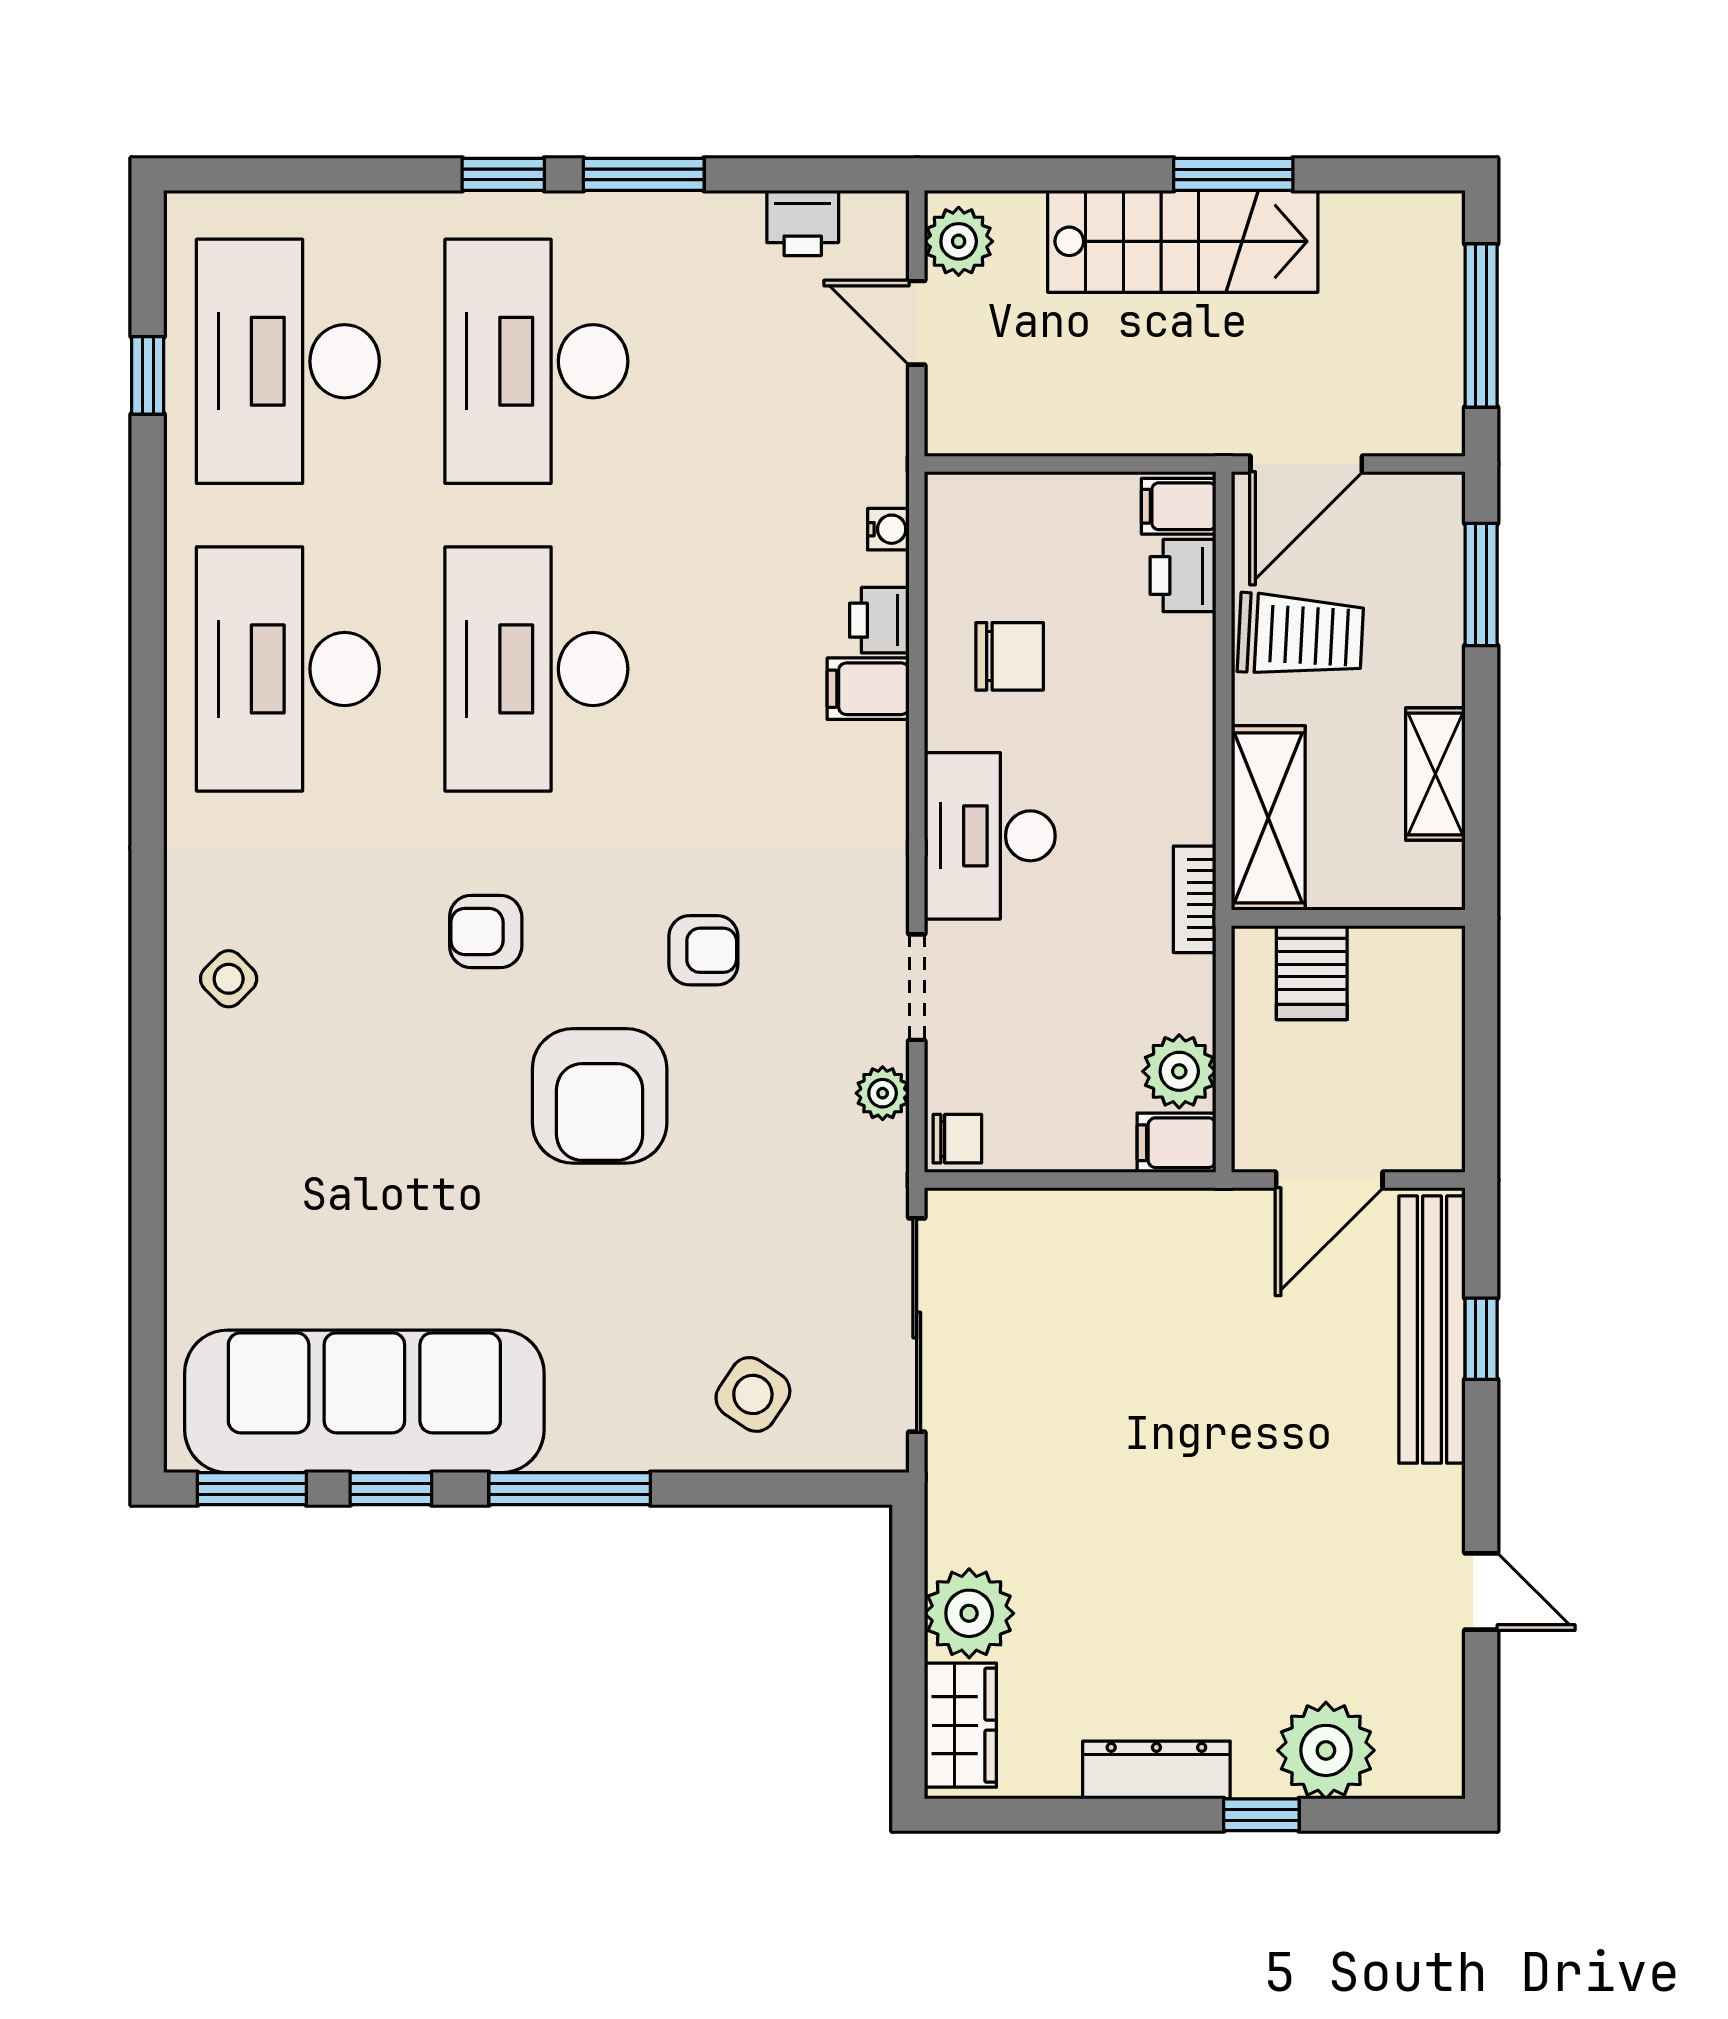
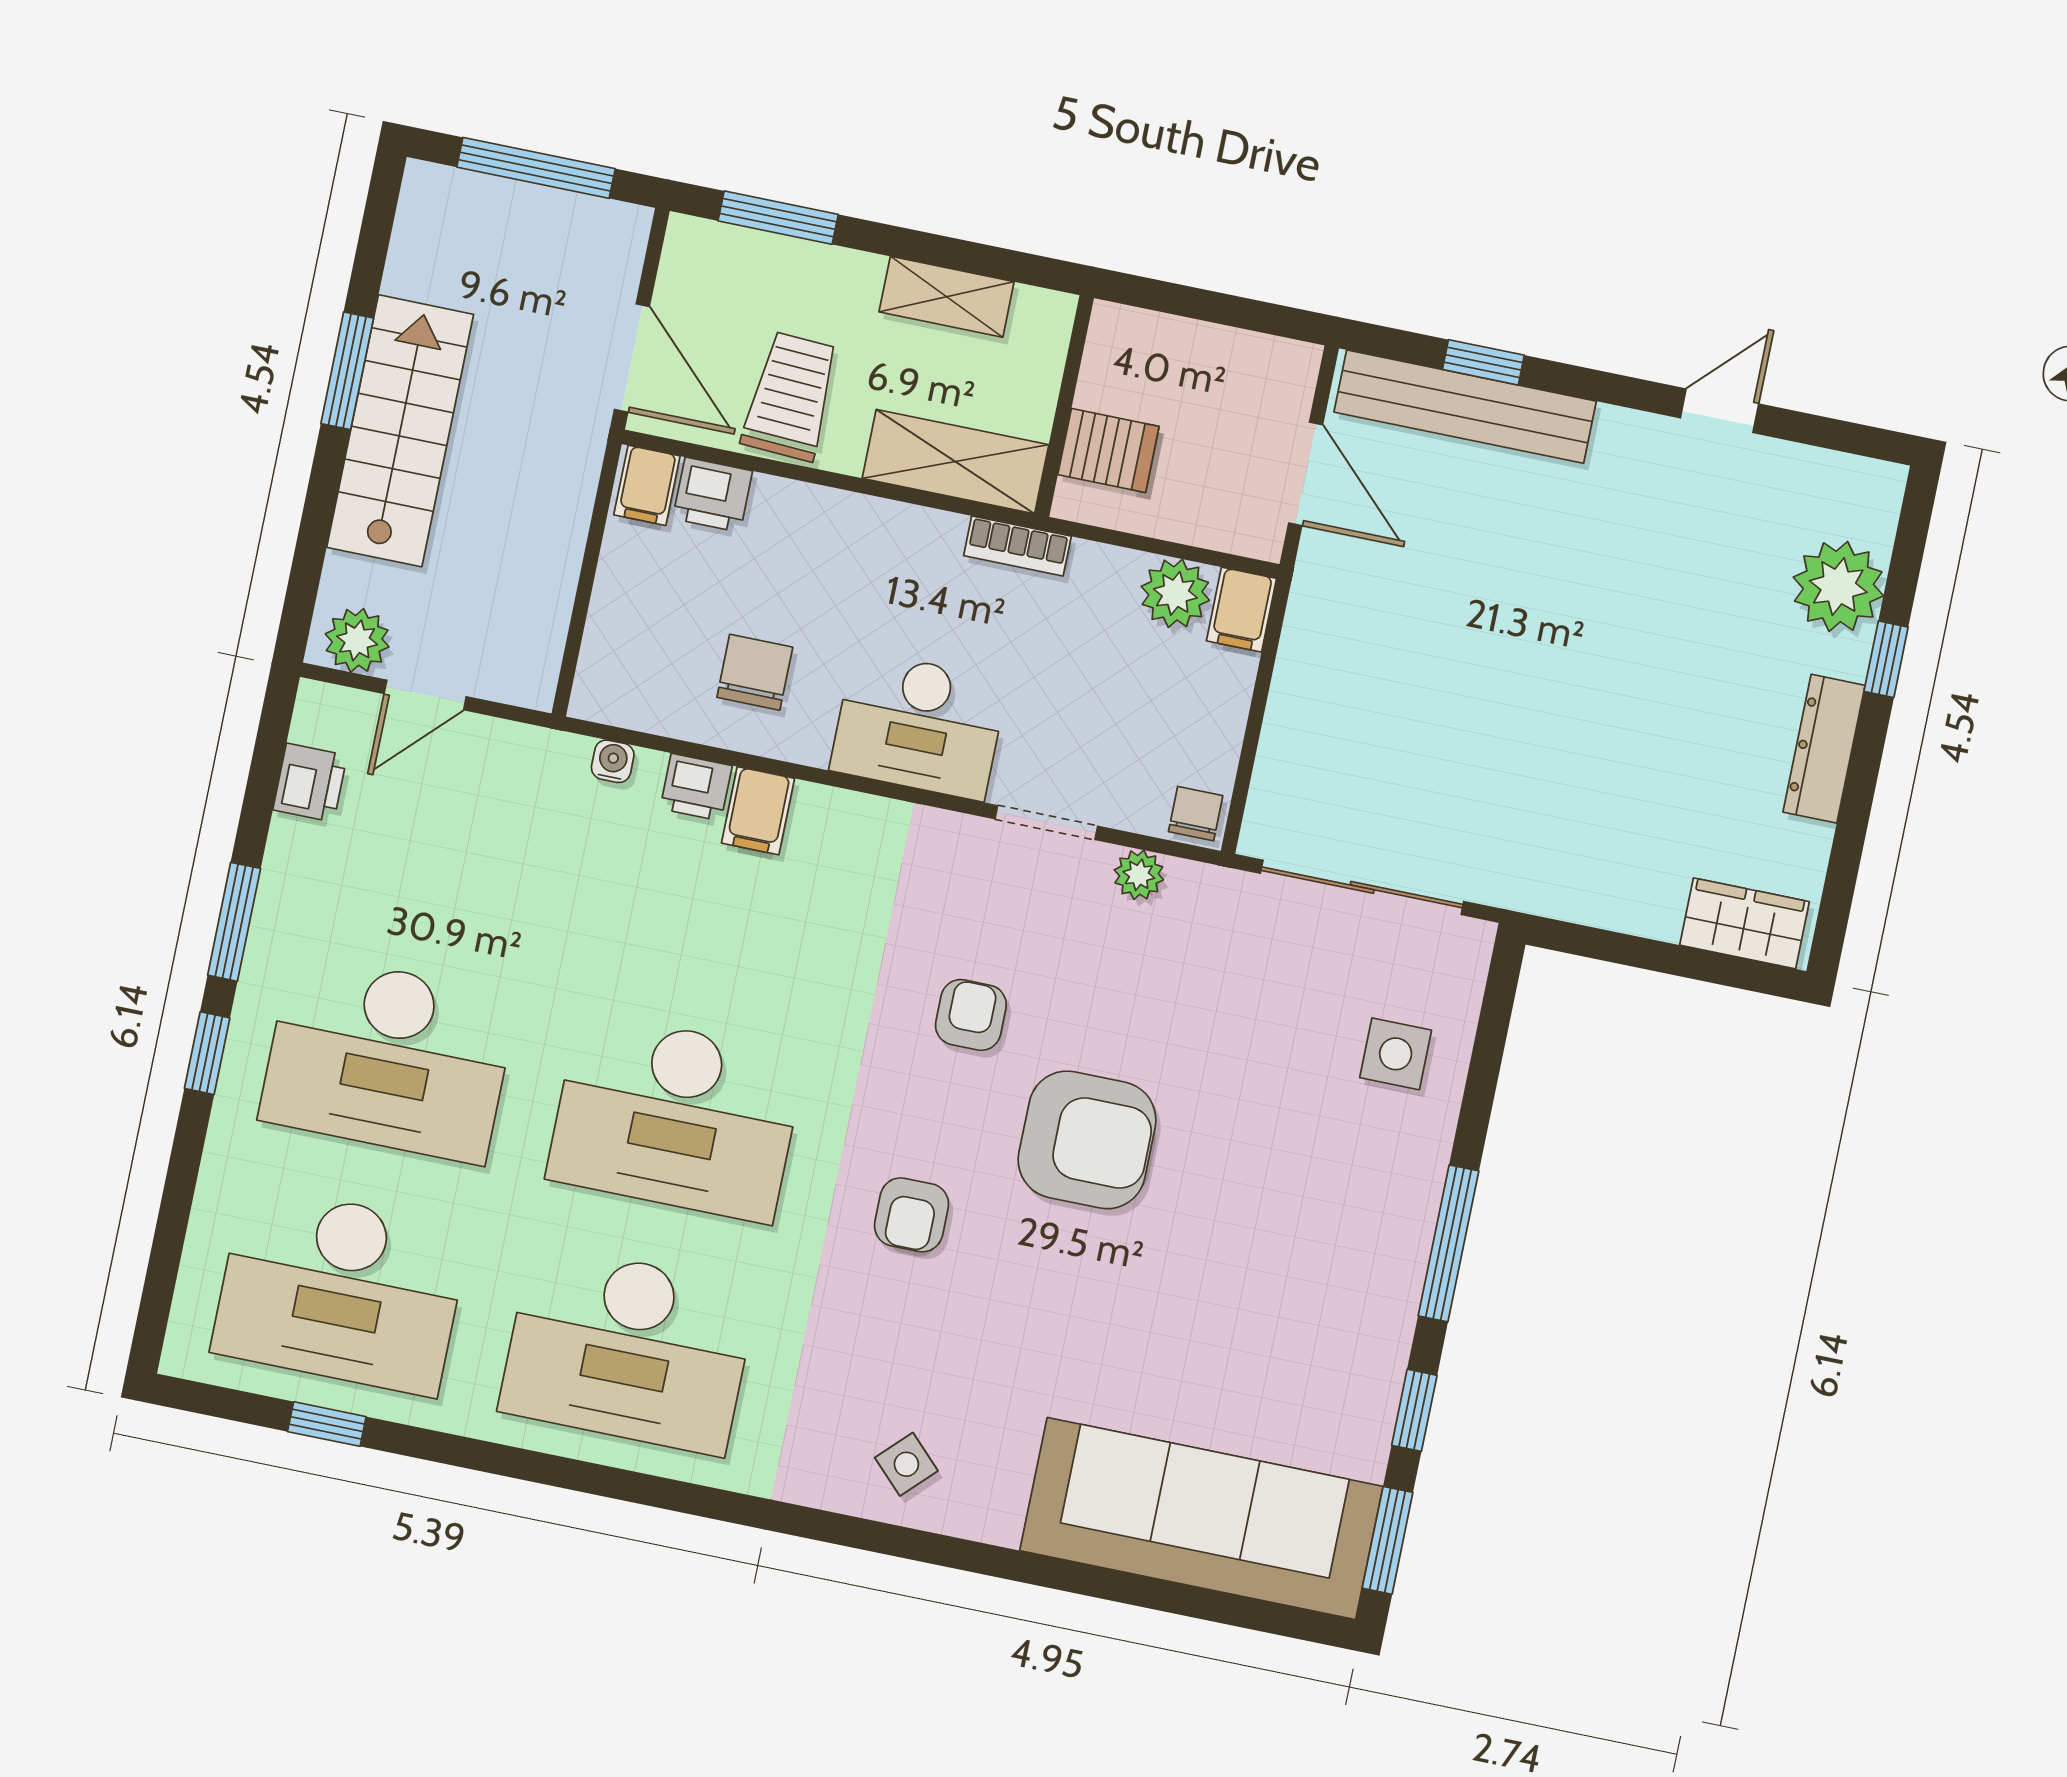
side table: (753, 1394) -> (1396, 1054), turned -34
sofa: (364, 1401) -> (1201, 1519), moved, turned 90
plant: (969, 1613) -> (1642, 894), removed

